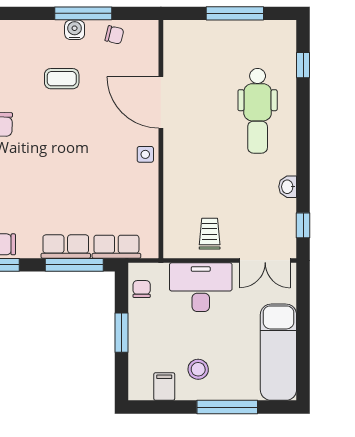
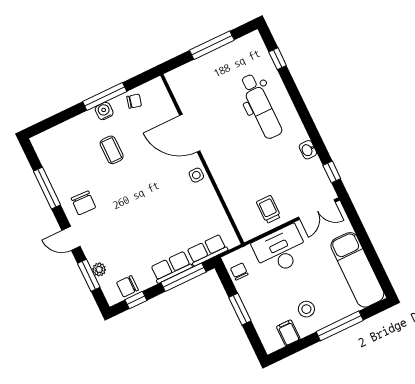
coffee table: (62, 79) -> (112, 150), turned 90

